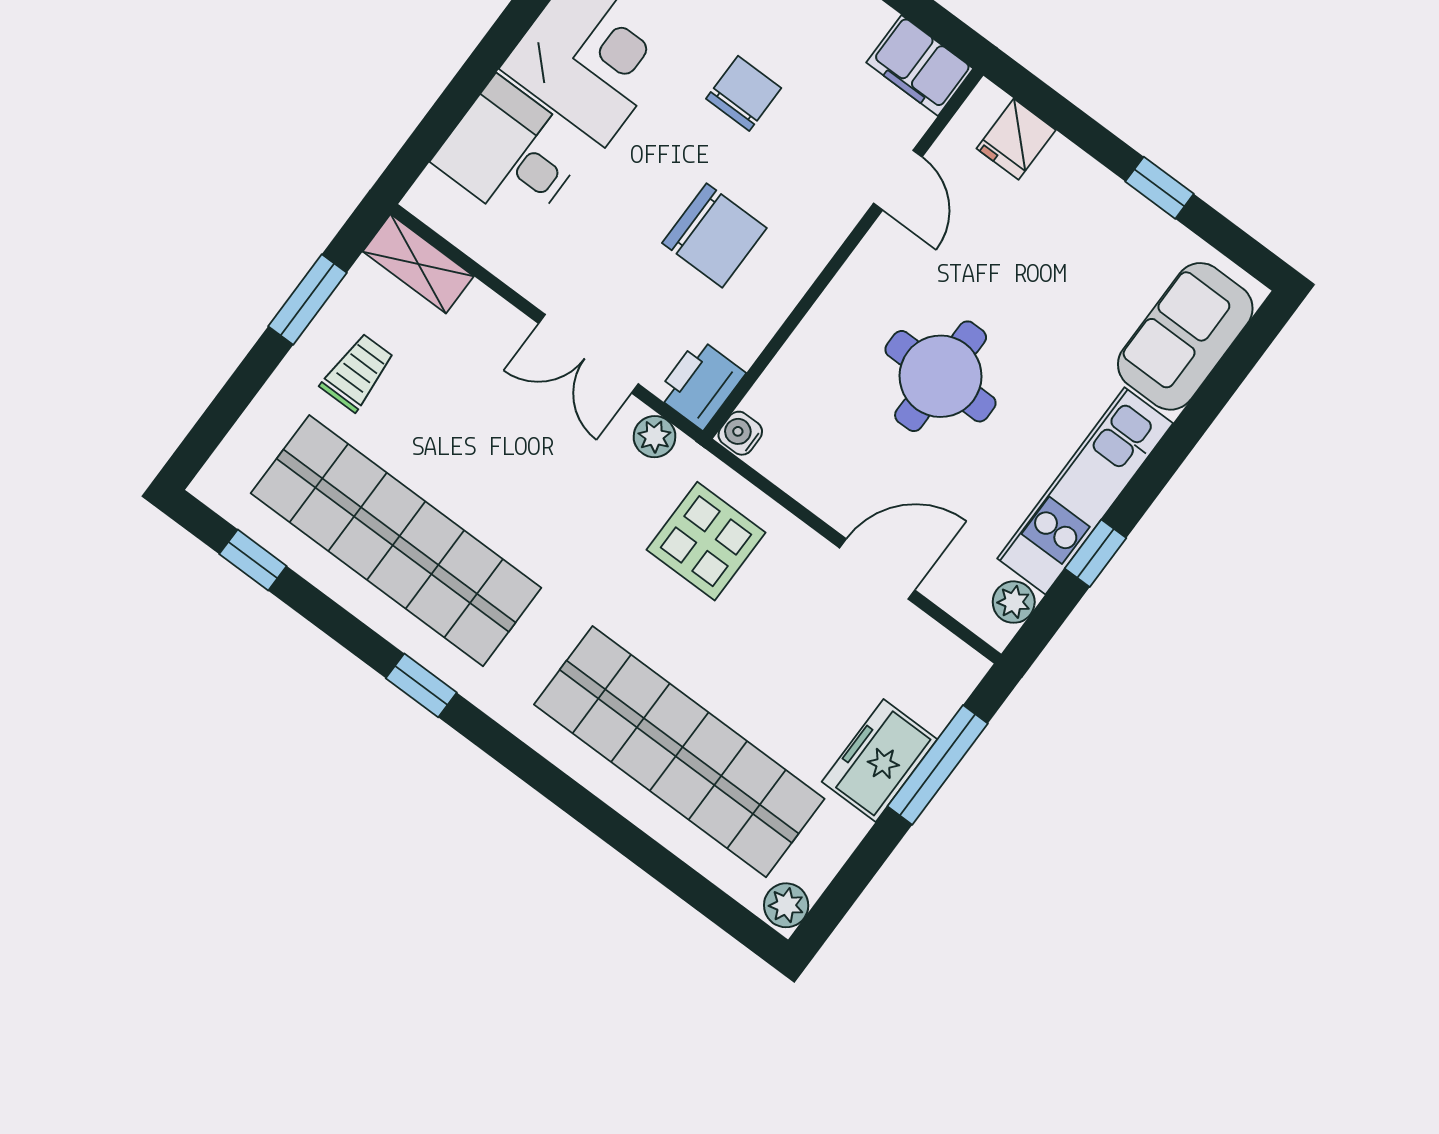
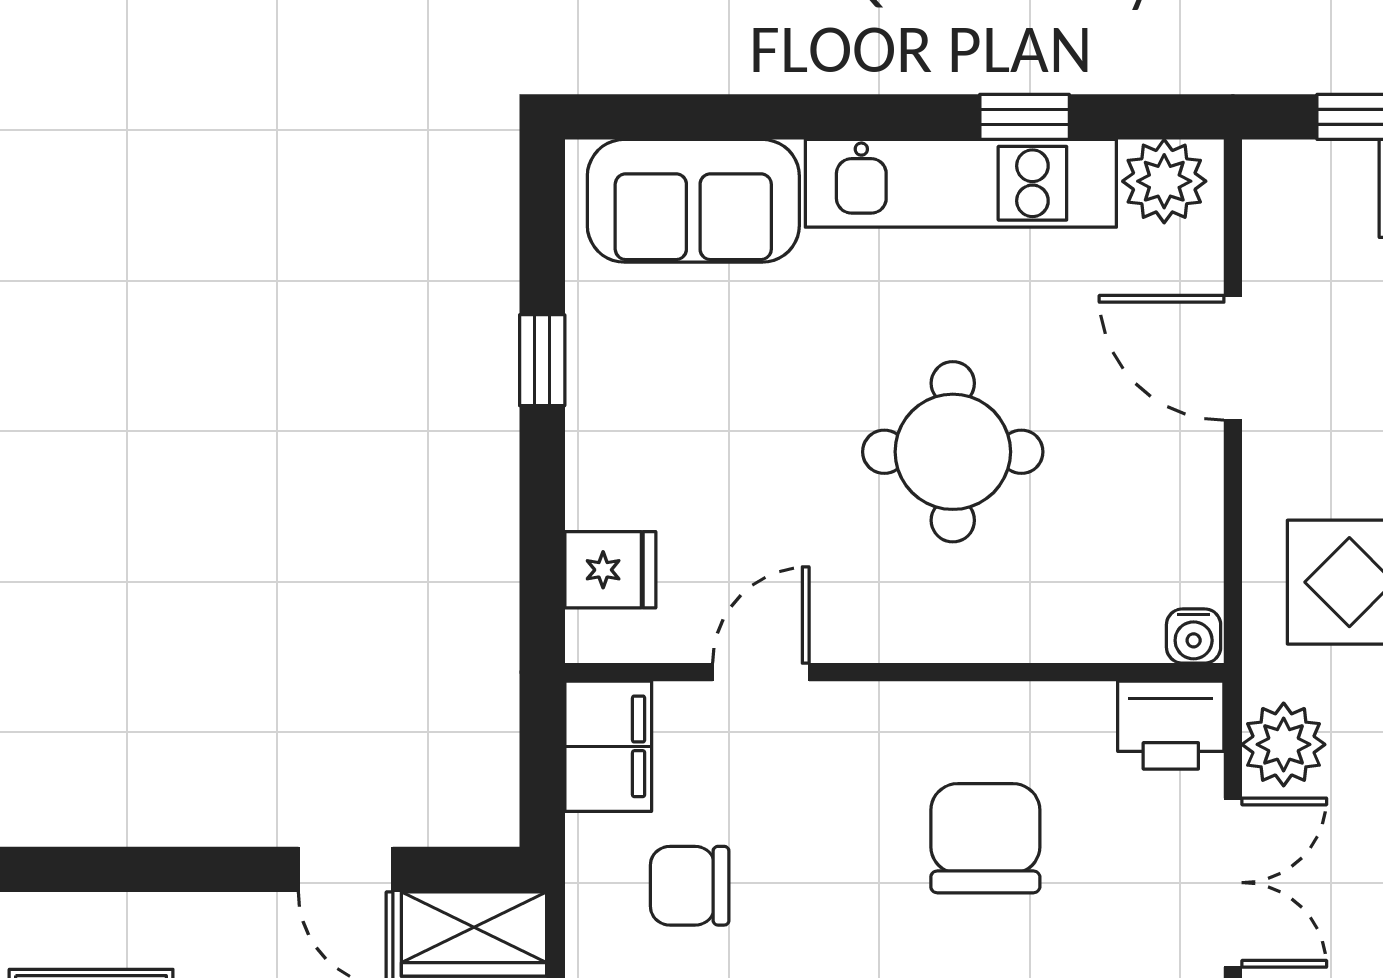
chair: (744, 93) -> (690, 886), moved
plant: (655, 437) -> (1284, 744), width x1.38, depth x1.38
plant: (1014, 602) -> (1164, 181), width x1.38, depth x1.38

